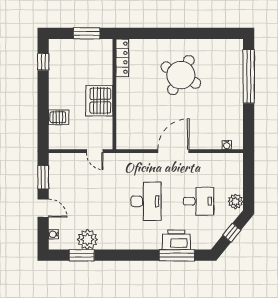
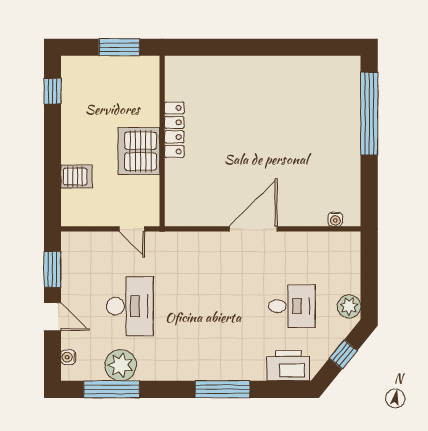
locker: (122, 58) -> (174, 130), moved
round table: (181, 75) -> (265, 112), removed
desk: (146, 201) -> (130, 306), moved
printer: (176, 240) -> (288, 366), moved
window: (82, 255) -> (112, 389), width x1.44
window: (177, 255) -> (222, 389), moved

